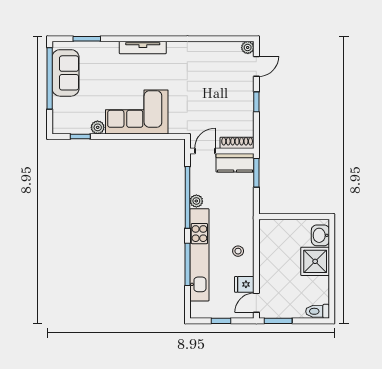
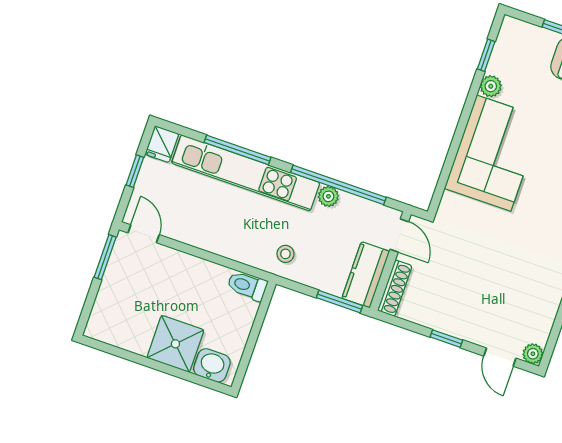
stool: (238, 251) -> (285, 254), moved
fridge: (244, 284) -> (162, 144), moved, turned 180
toilet: (318, 311) -> (247, 286), moved, turned -90

